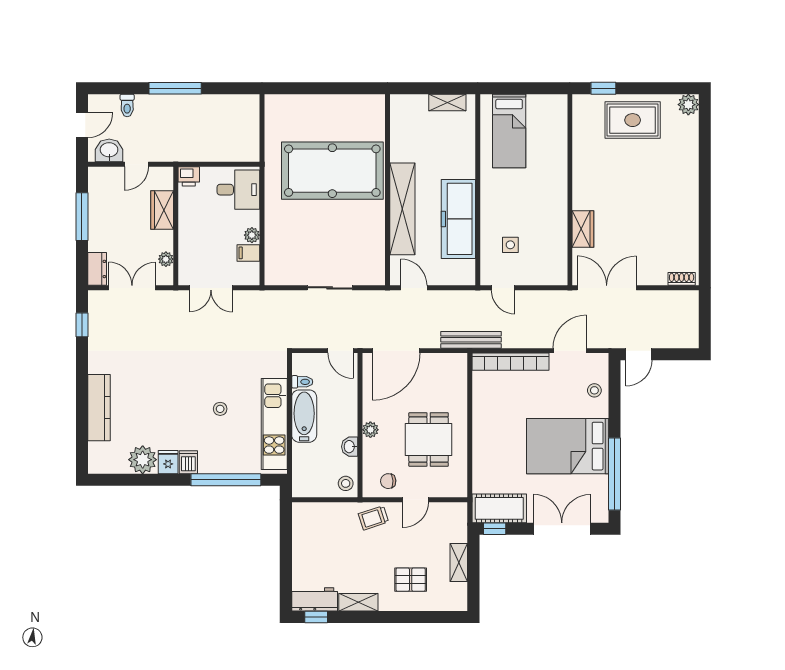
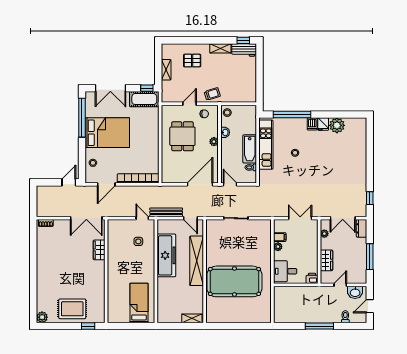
shelving: (447, 102) -> (192, 318), moved
bench: (471, 340) -> (166, 212), moved
kitchen counter: (99, 408) -> (361, 153), removed

